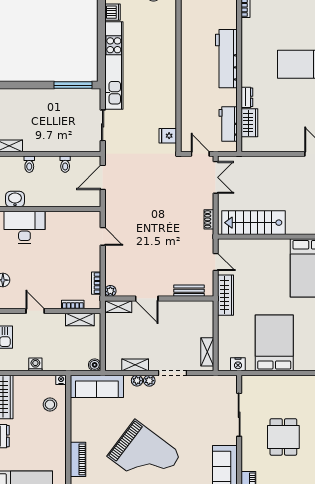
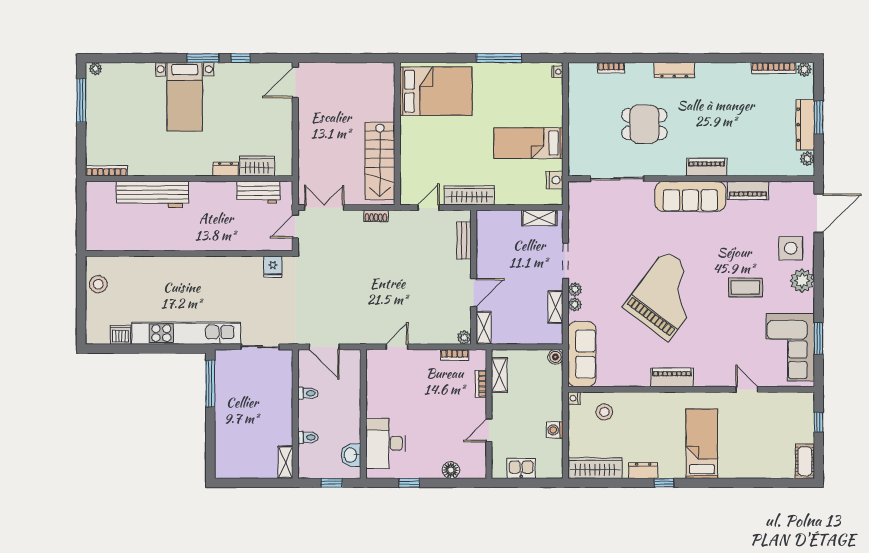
workbench: (226, 59) -> (152, 194), moved
bed: (274, 343) -> (528, 143), width x0.67

